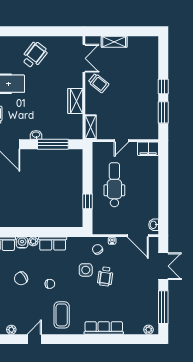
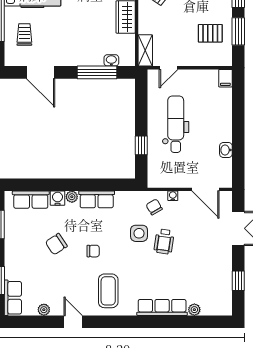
pallet: (141, 114) -> (210, 33), added
washbasin: (36, 135) -> (111, 60), moved
door: (121, 141) -> (169, 68), moved
filing cabinet: (148, 149) -> (225, 78), width x0.50
washbasin: (154, 225) -> (226, 150), moved
window: (163, 307) -> (238, 281), width x0.46
plant: (148, 330) -> (194, 310), moved
door: (34, 339) -> (73, 322), hinge flipped

